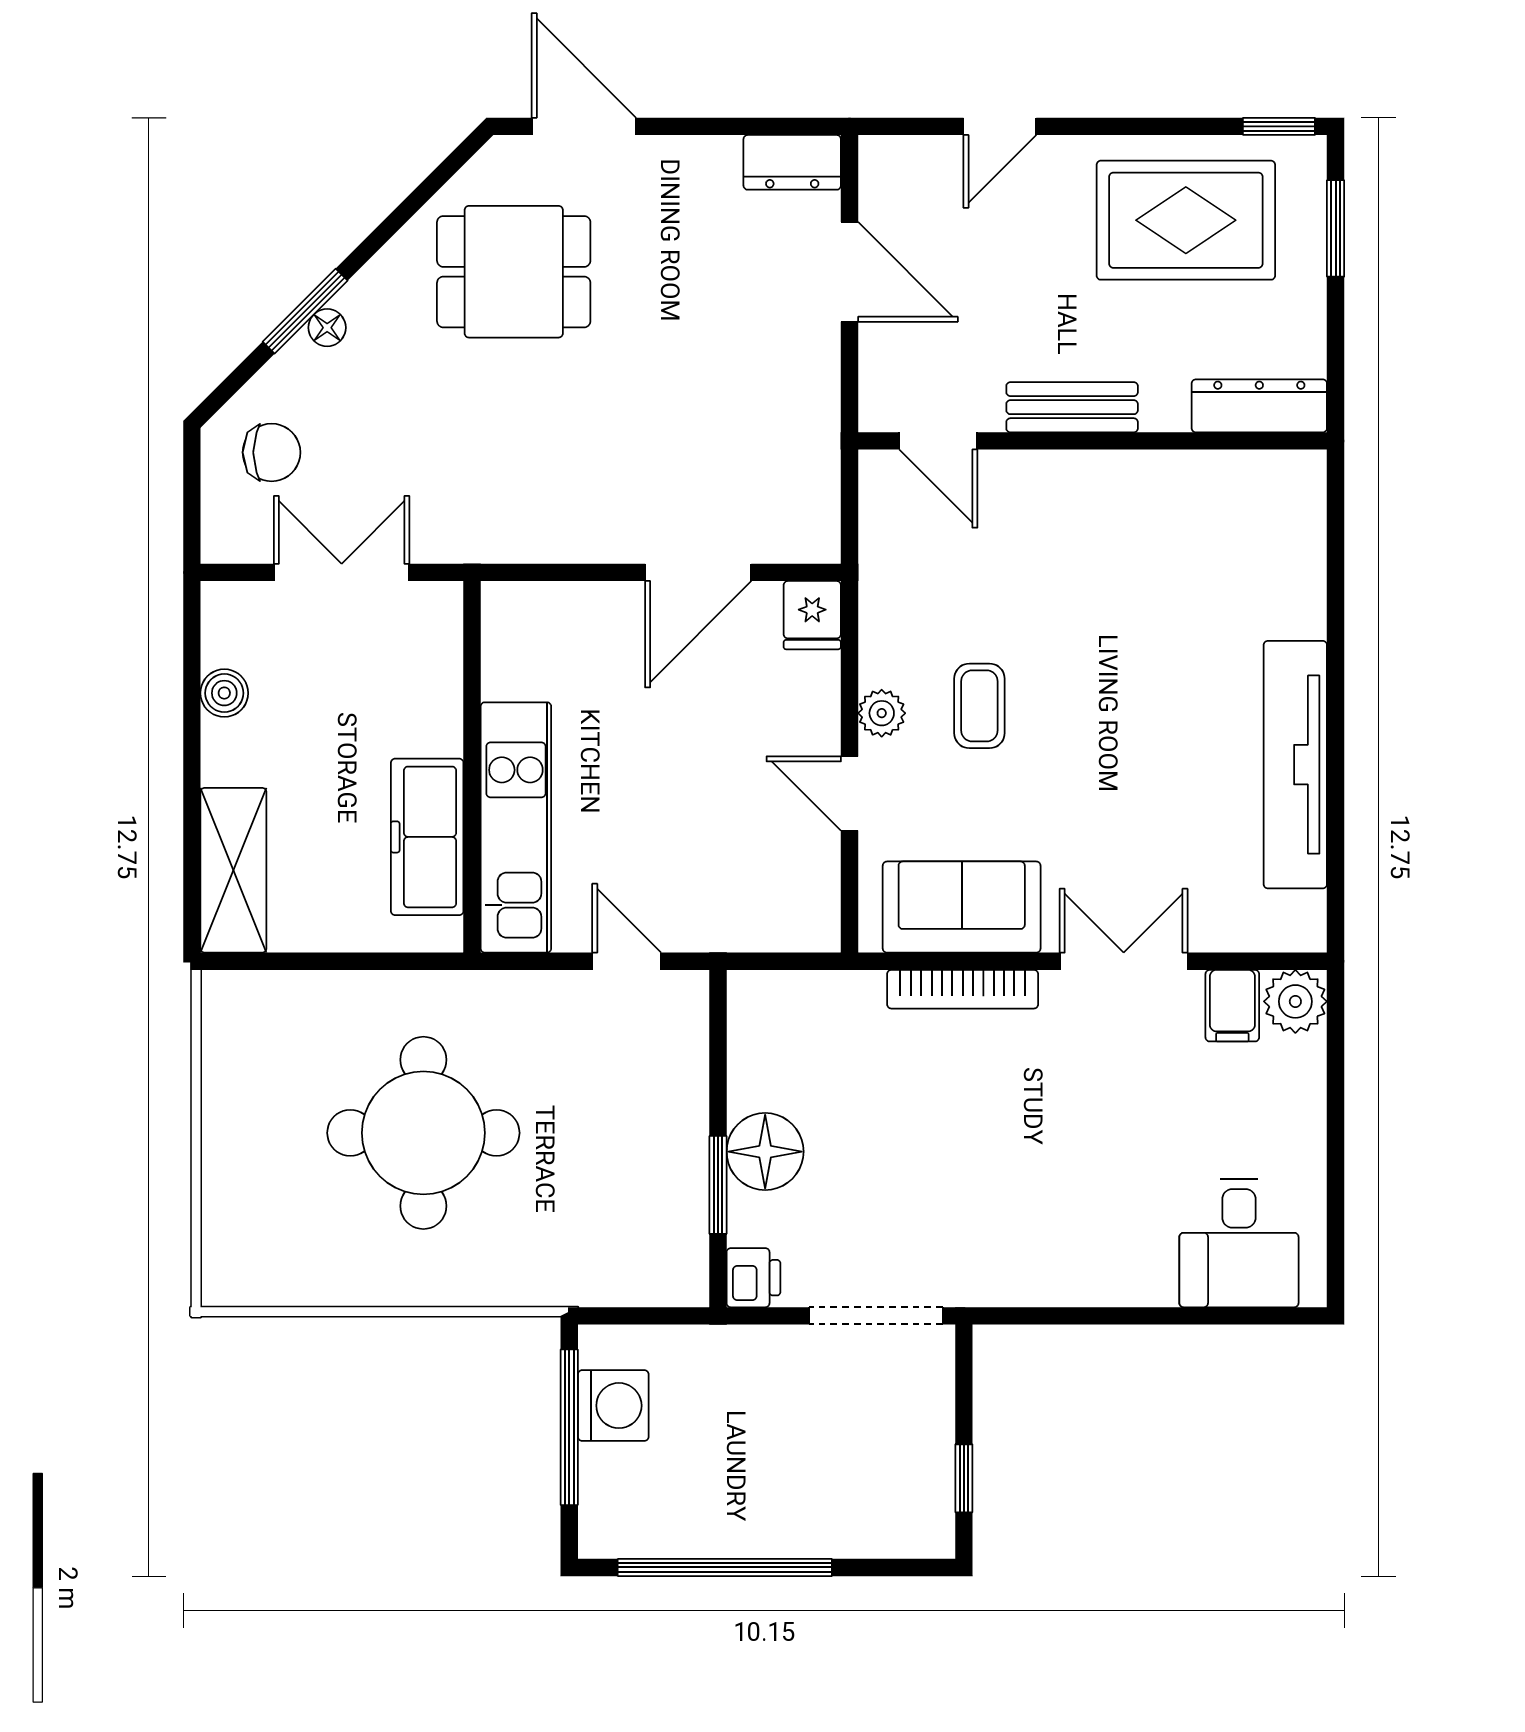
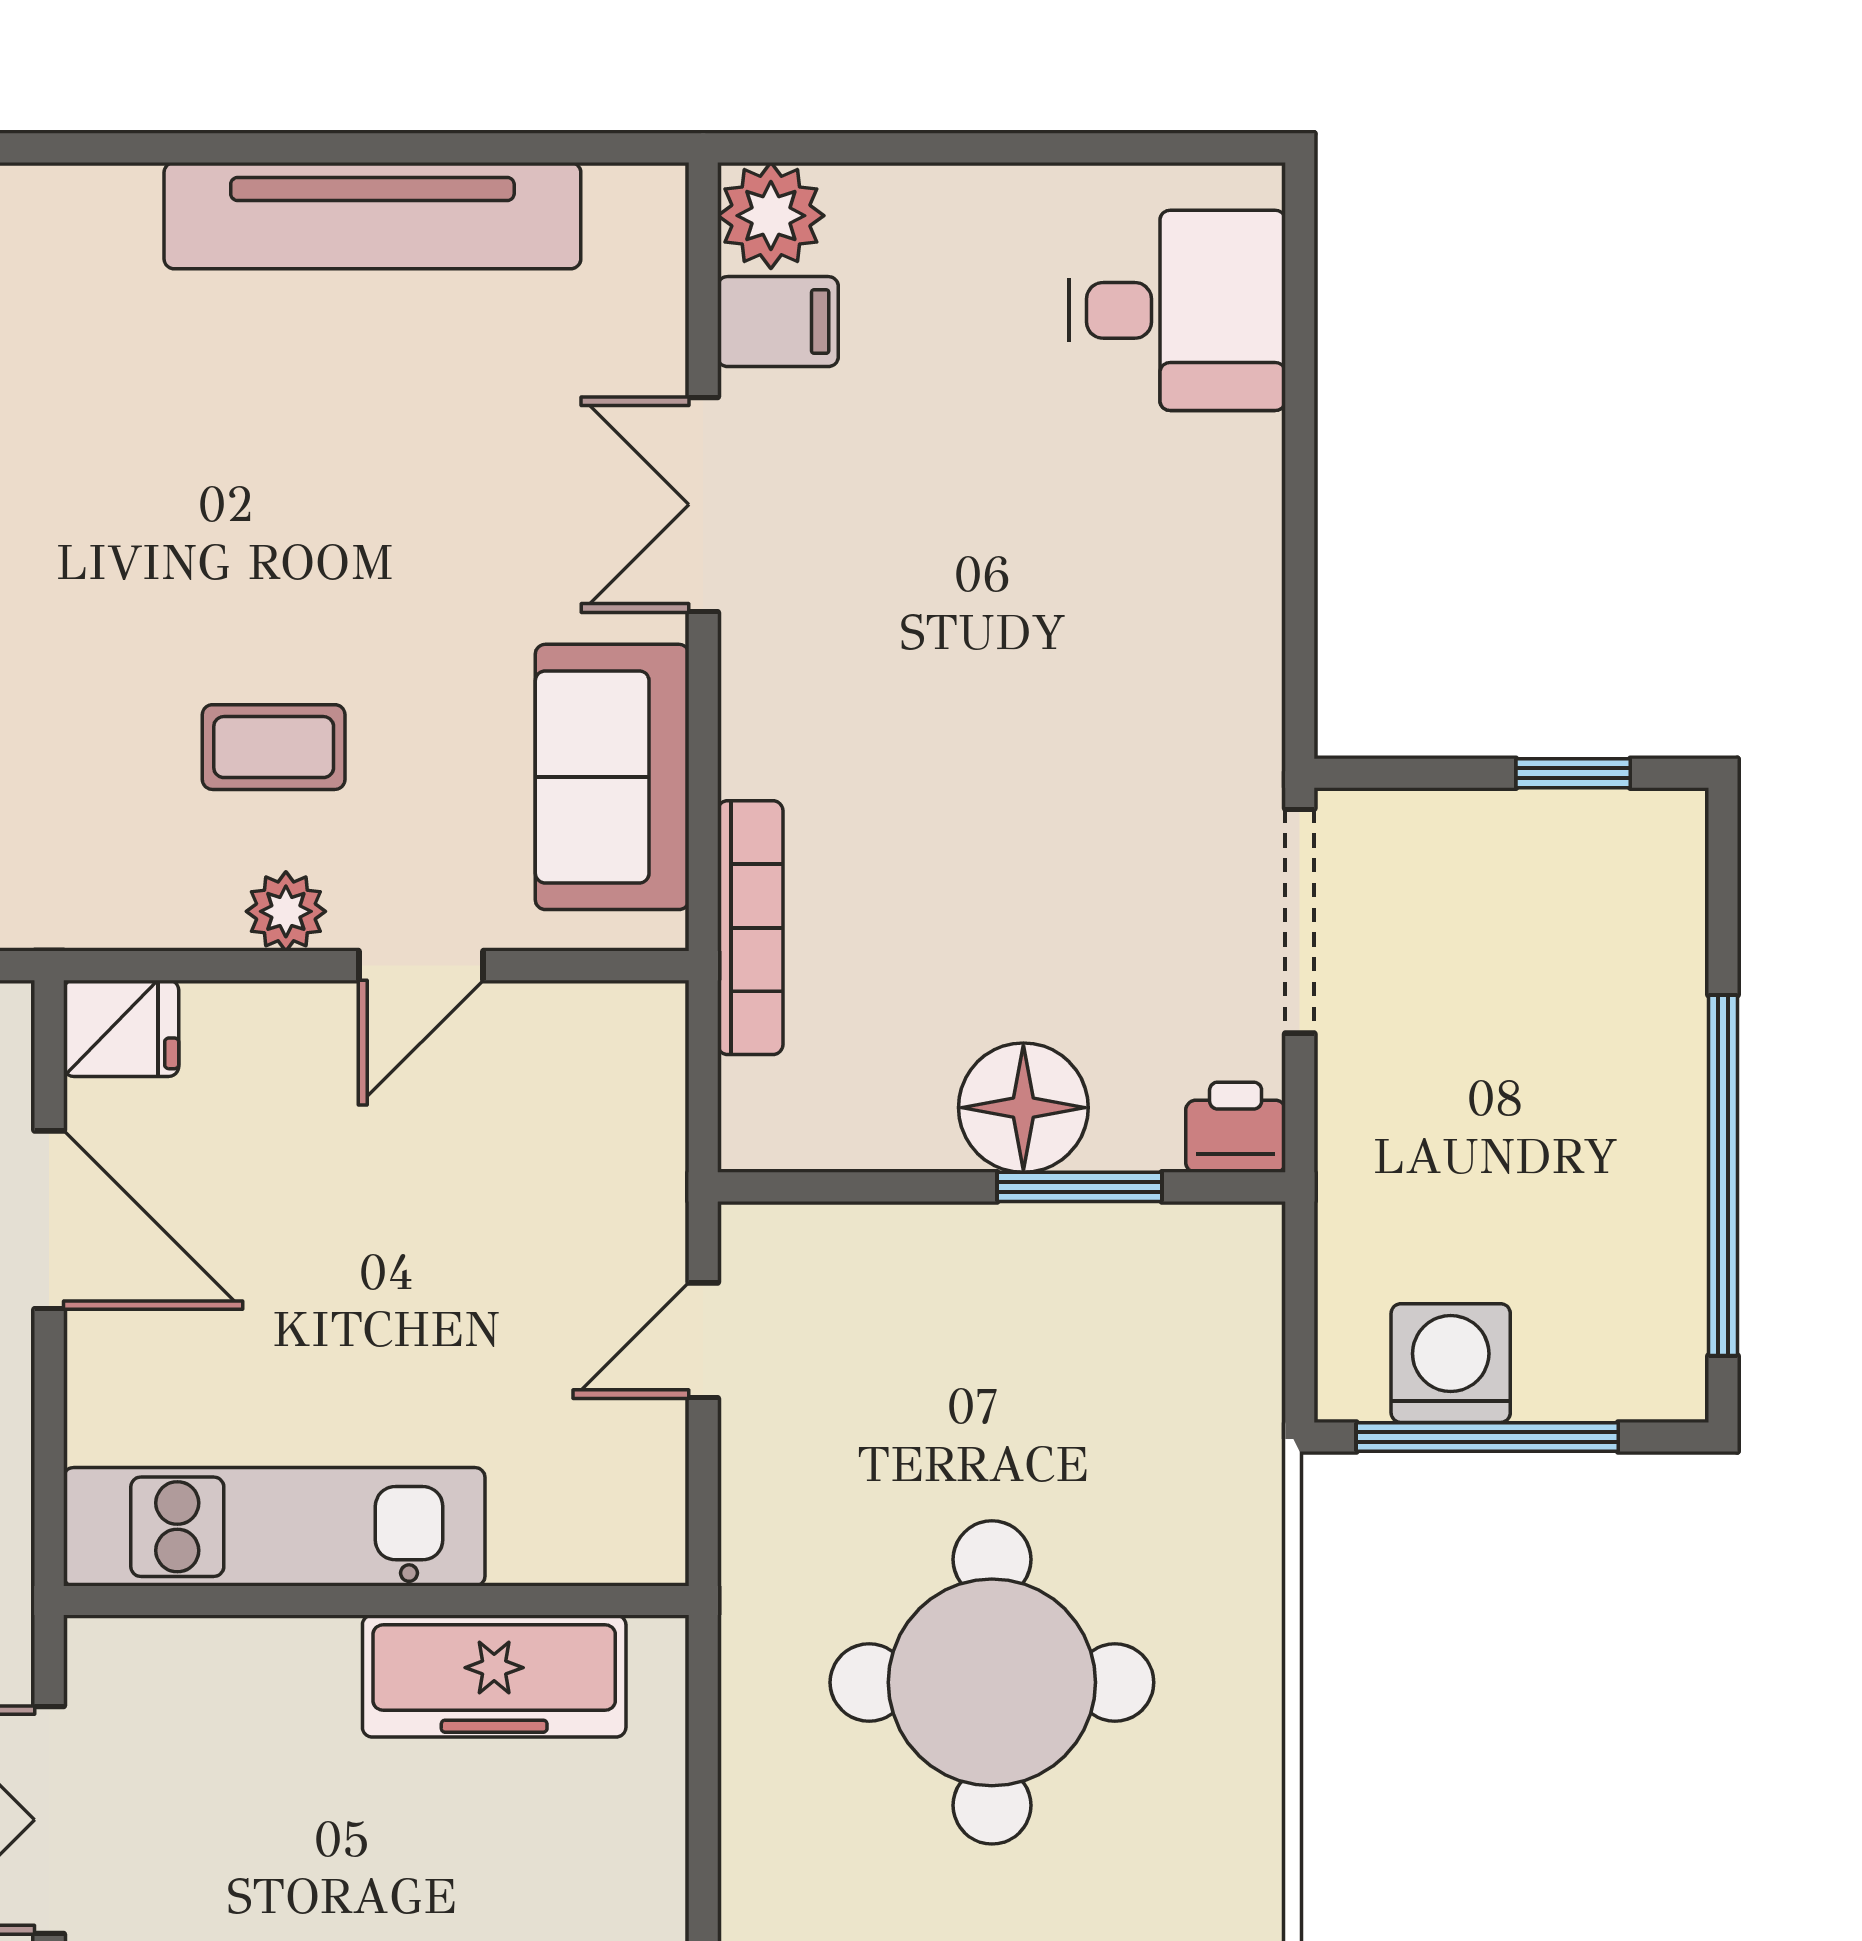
kitchen unit: (516, 827) -> (274, 1527), moved
bookcase: (963, 989) -> (750, 928), moved

